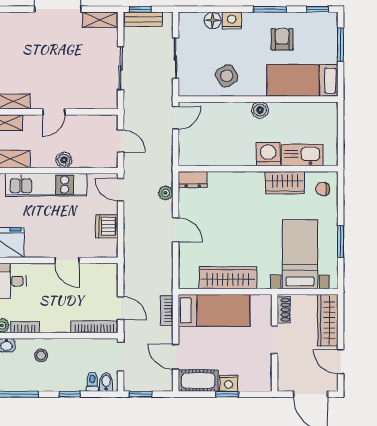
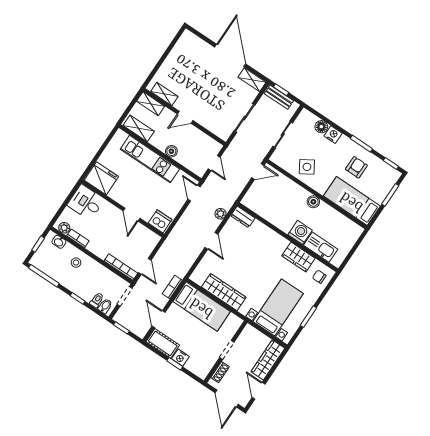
dishwasher: (107, 226) -> (160, 221), moved, turned 90
shoe rack: (284, 310) -> (220, 372), moved

